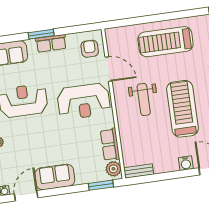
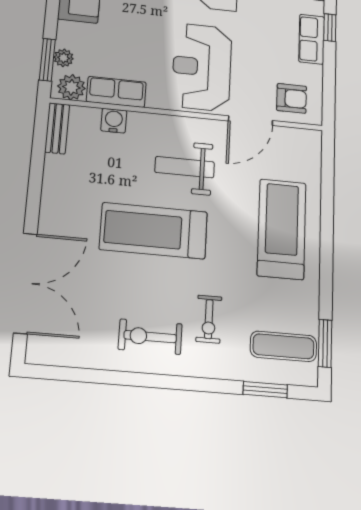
window: (41, 34) -> (330, 28), width x0.67
treadmill: (182, 109) -> (154, 231), turned 180
water cooler: (186, 163) -> (114, 121), moved, turned 90
plant: (98, 177) -> (64, 58), added

